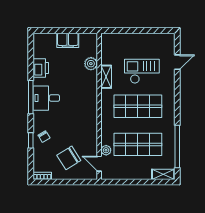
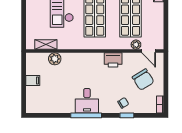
filing cabinet: (68, 40) -> (33, 81), width x0.50
printer: (41, 68) -> (113, 60), moved, turned 180
shelving: (106, 77) -> (46, 44), moved
door: (99, 164) -> (149, 51), hinge flipped

